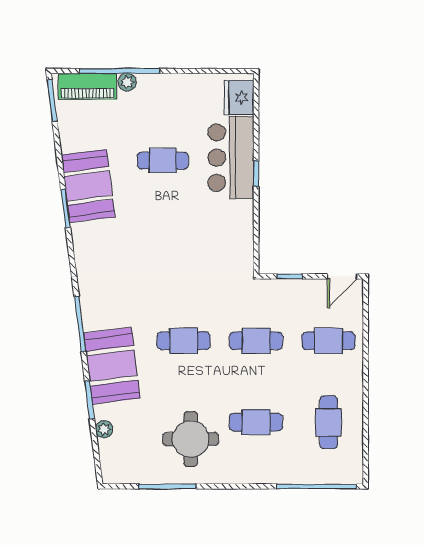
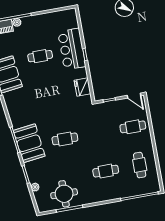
fridge: (239, 98) -> (83, 87), moved
door: (342, 276) -> (134, 96), hinge flipped
cafe table: (256, 341) -> (99, 133), removed
booth: (112, 366) -> (29, 143), moved
round table: (191, 439) -> (64, 194), moved

